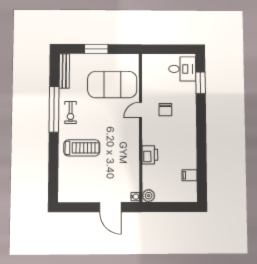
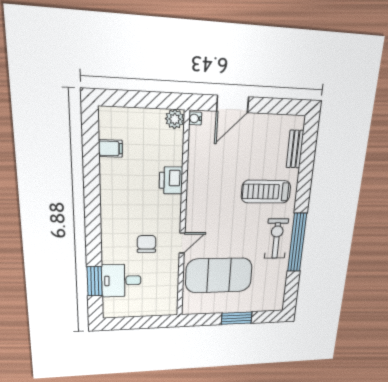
desk: (182, 69) -> (121, 281), moved
bench: (64, 71) -> (295, 149), moved, width x0.73
exercise bike: (71, 113) -> (276, 239), width x1.38, depth x1.39
door: (110, 207) -> (233, 104), swing flipped

